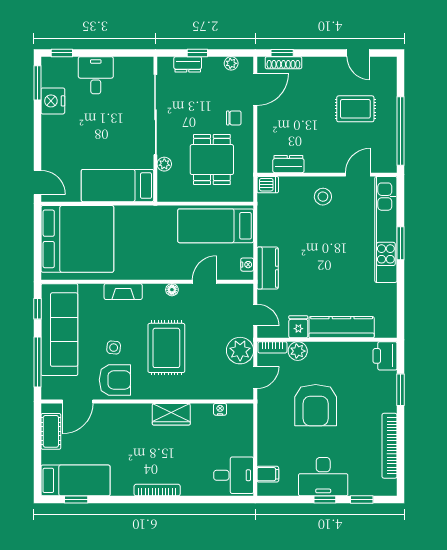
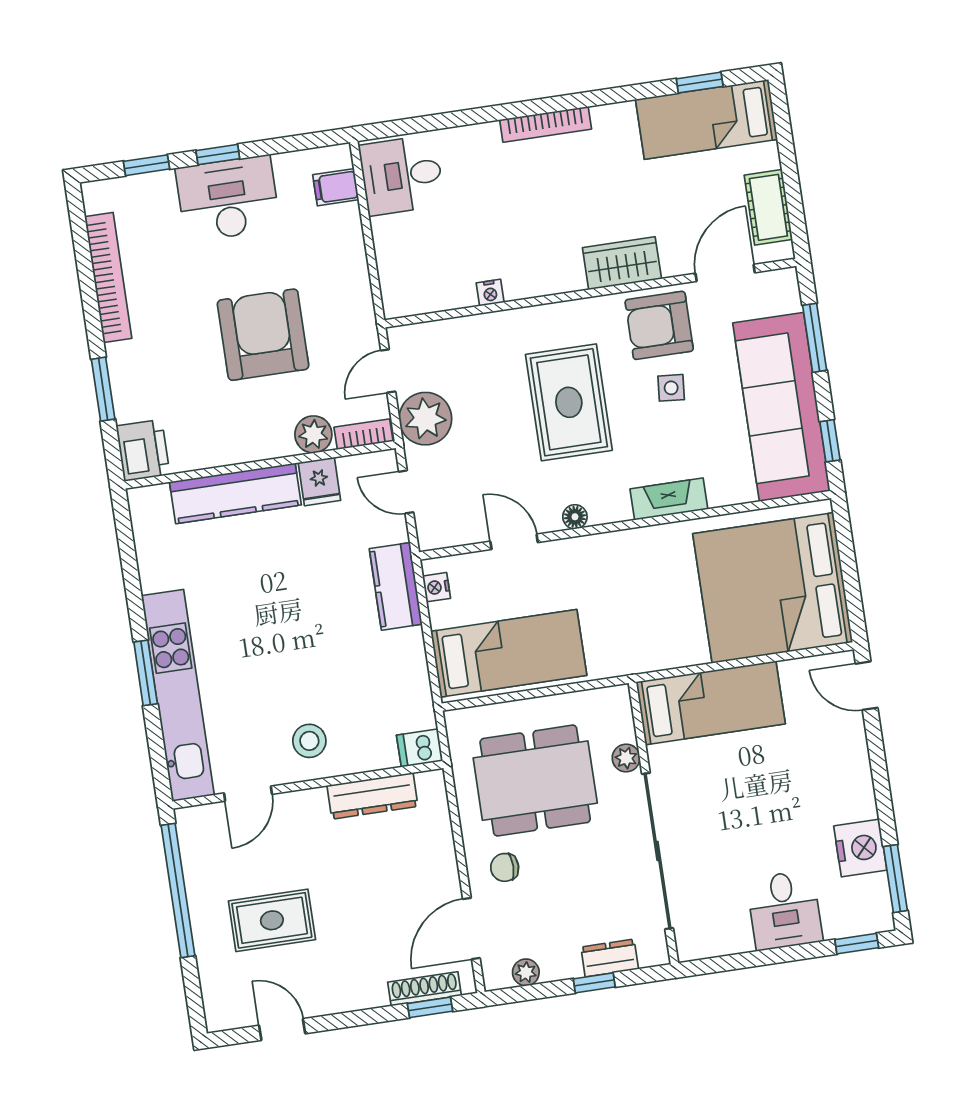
dining table: (212, 160) -> (535, 781), width x1.38
dresser: (288, 164) -> (372, 796), width x1.44
door: (205, 282) -> (514, 542), swing flipped
window: (37, 362) -> (815, 338), width x0.69
nightstand: (220, 409) -> (490, 293), moved
wardrobe: (171, 414) -> (622, 263), moved

